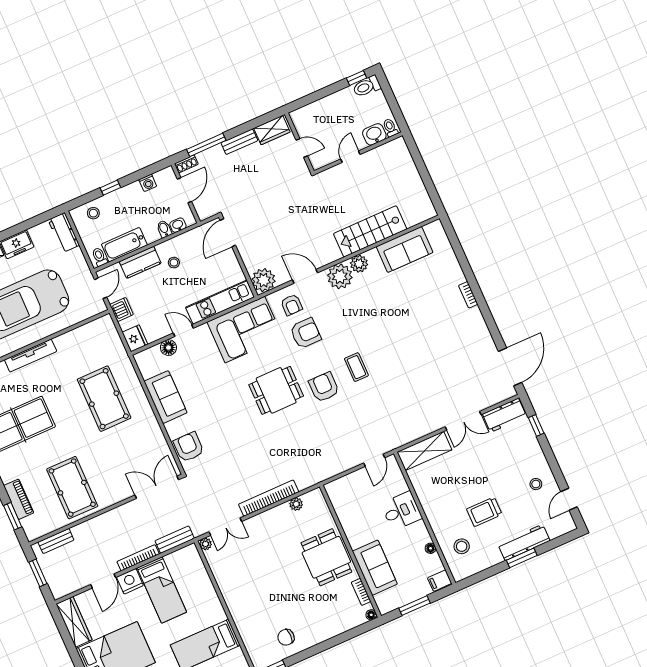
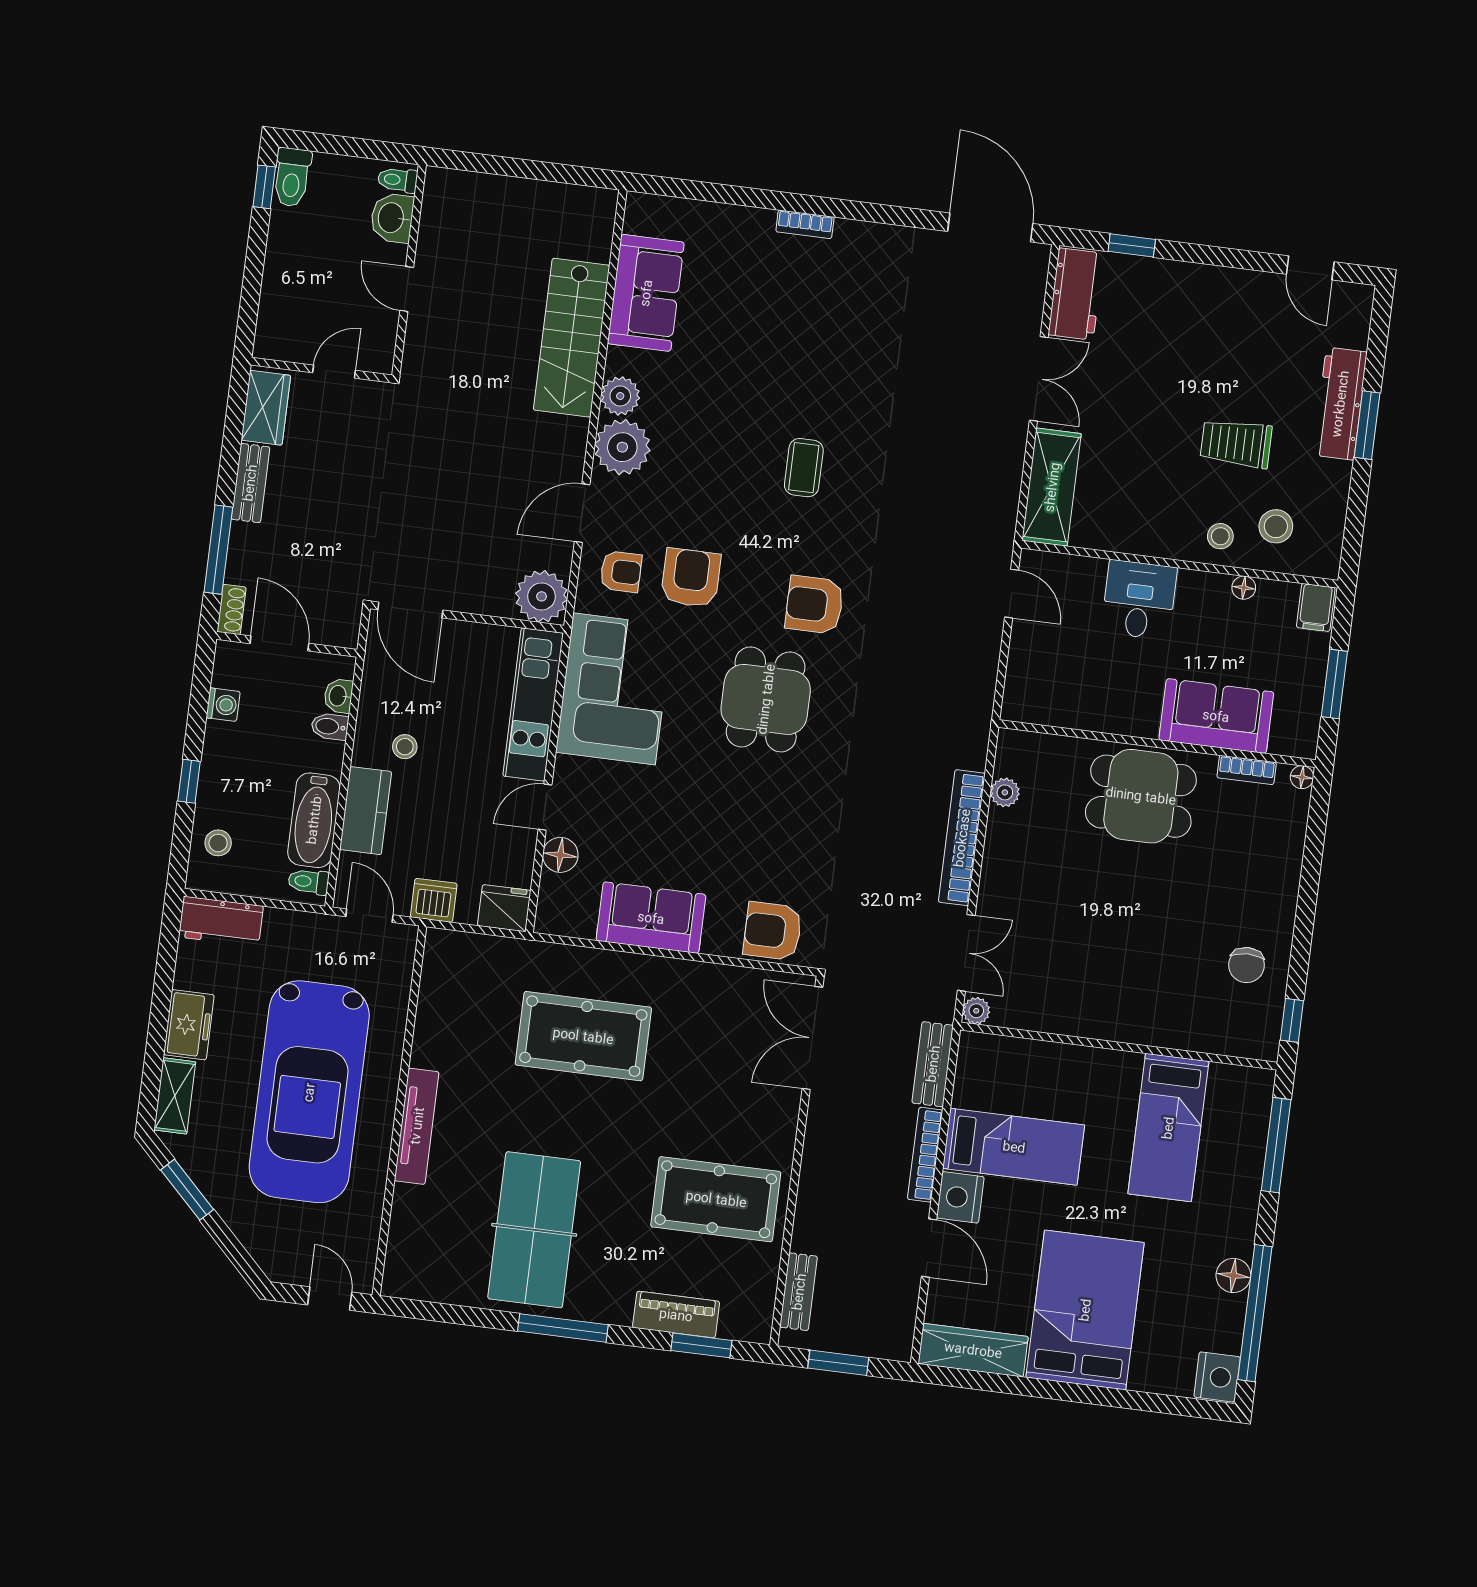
coffee table: (356, 367) -> (804, 468), moved, turned 90
stool: (536, 484) -> (1220, 536), moved
trolley: (484, 512) -> (1236, 443), turned 90

